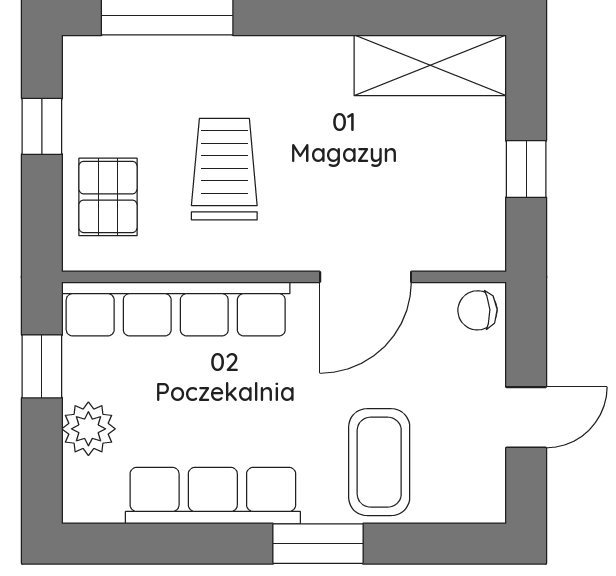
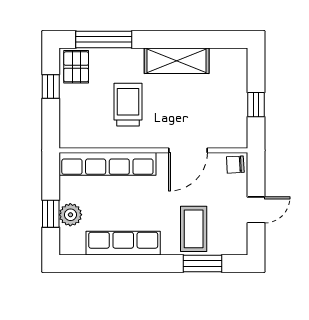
shelving: (430, 65) -> (177, 61), moved
pallet: (108, 197) -> (76, 67), moved
window: (42, 366) -> (51, 214), moved
window: (318, 544) -> (203, 263), moved

